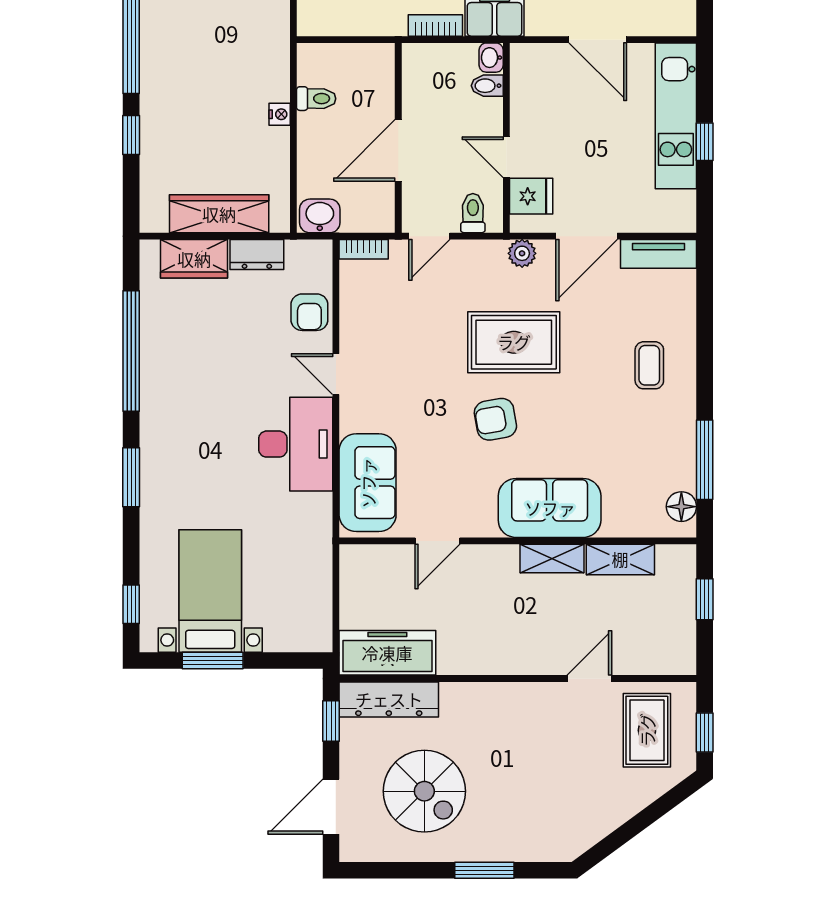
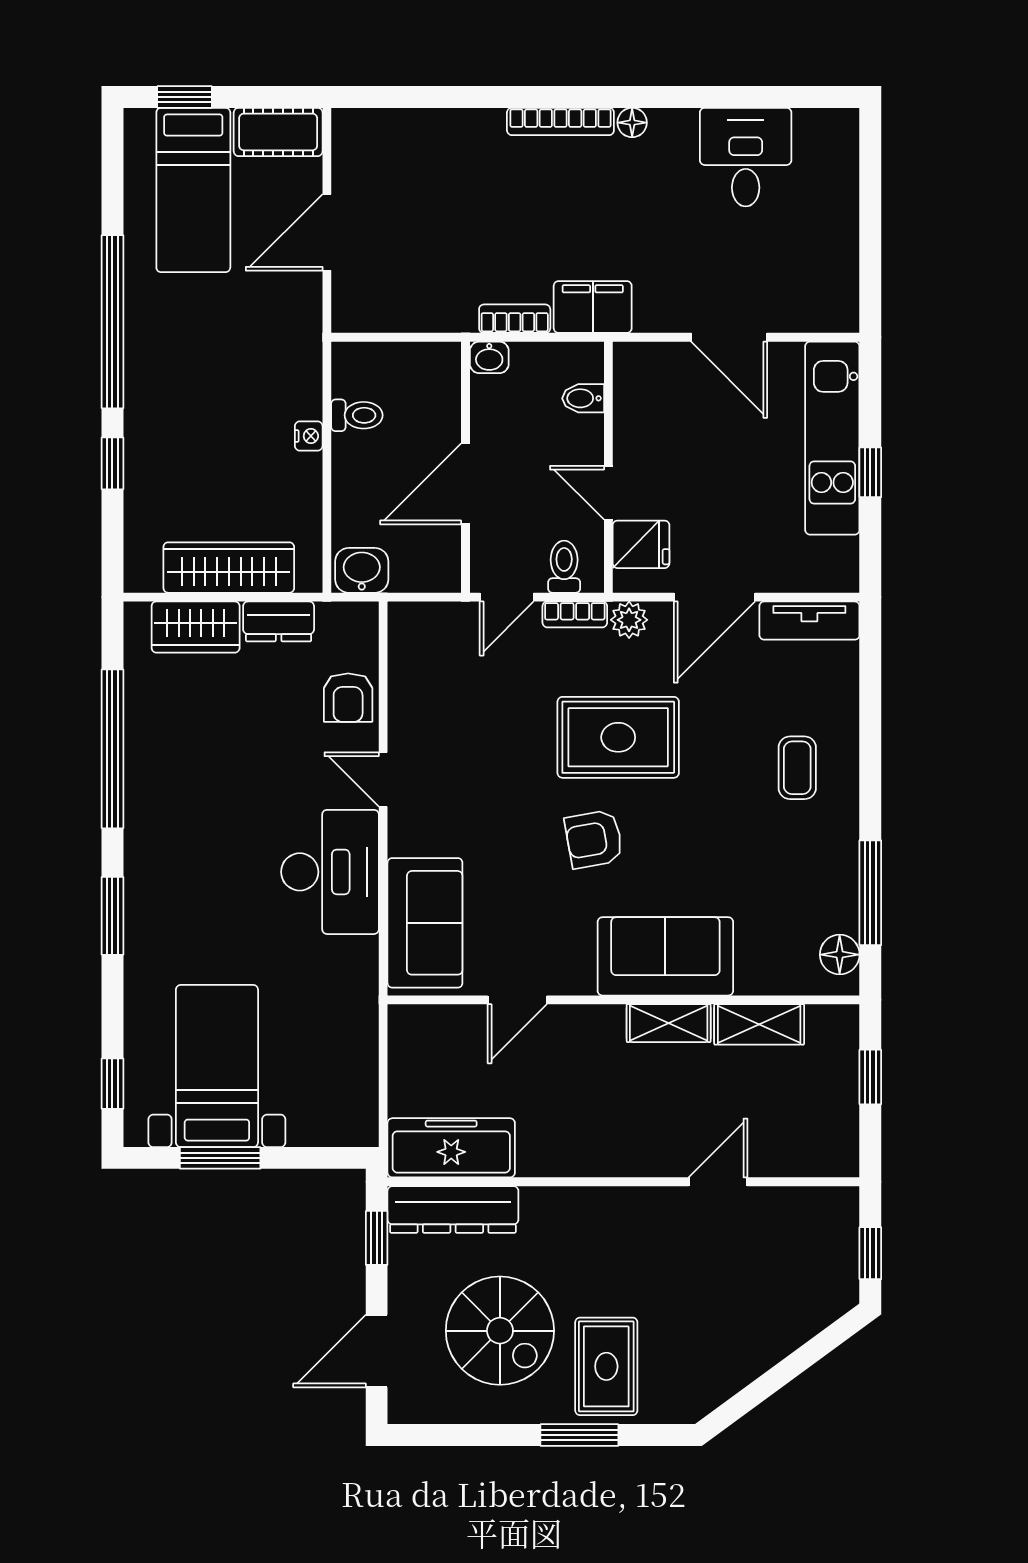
washbasin: (491, 58) -> (489, 357), moved, turned -90
bookcase: (364, 249) -> (575, 614), moved
rug: (647, 730) -> (606, 1366), moved

